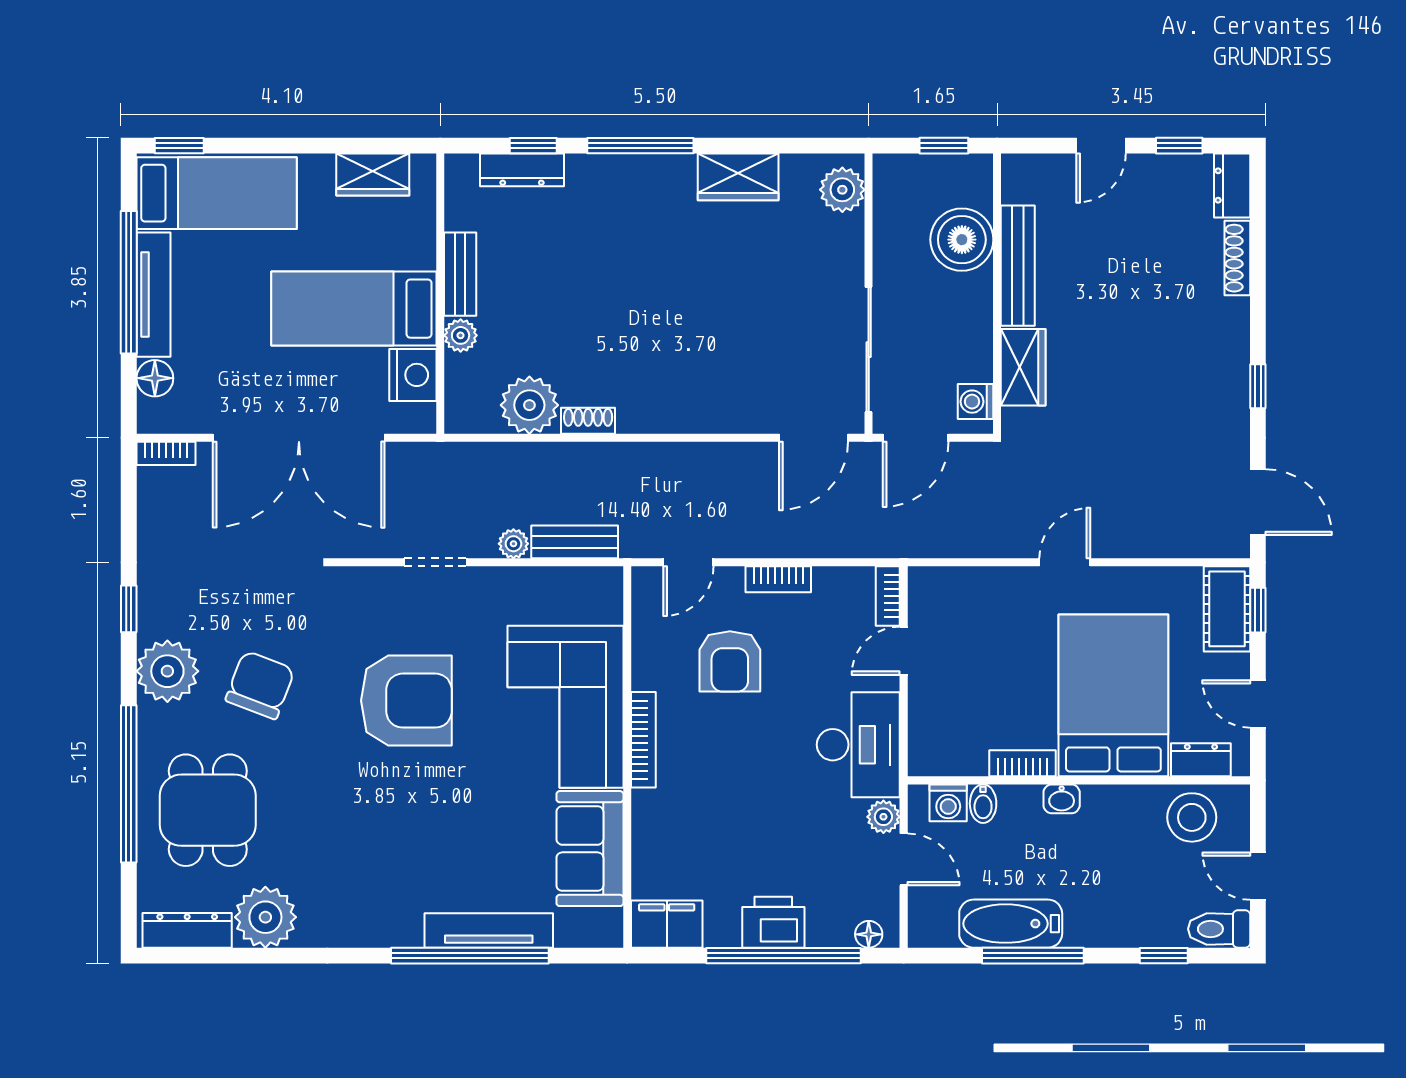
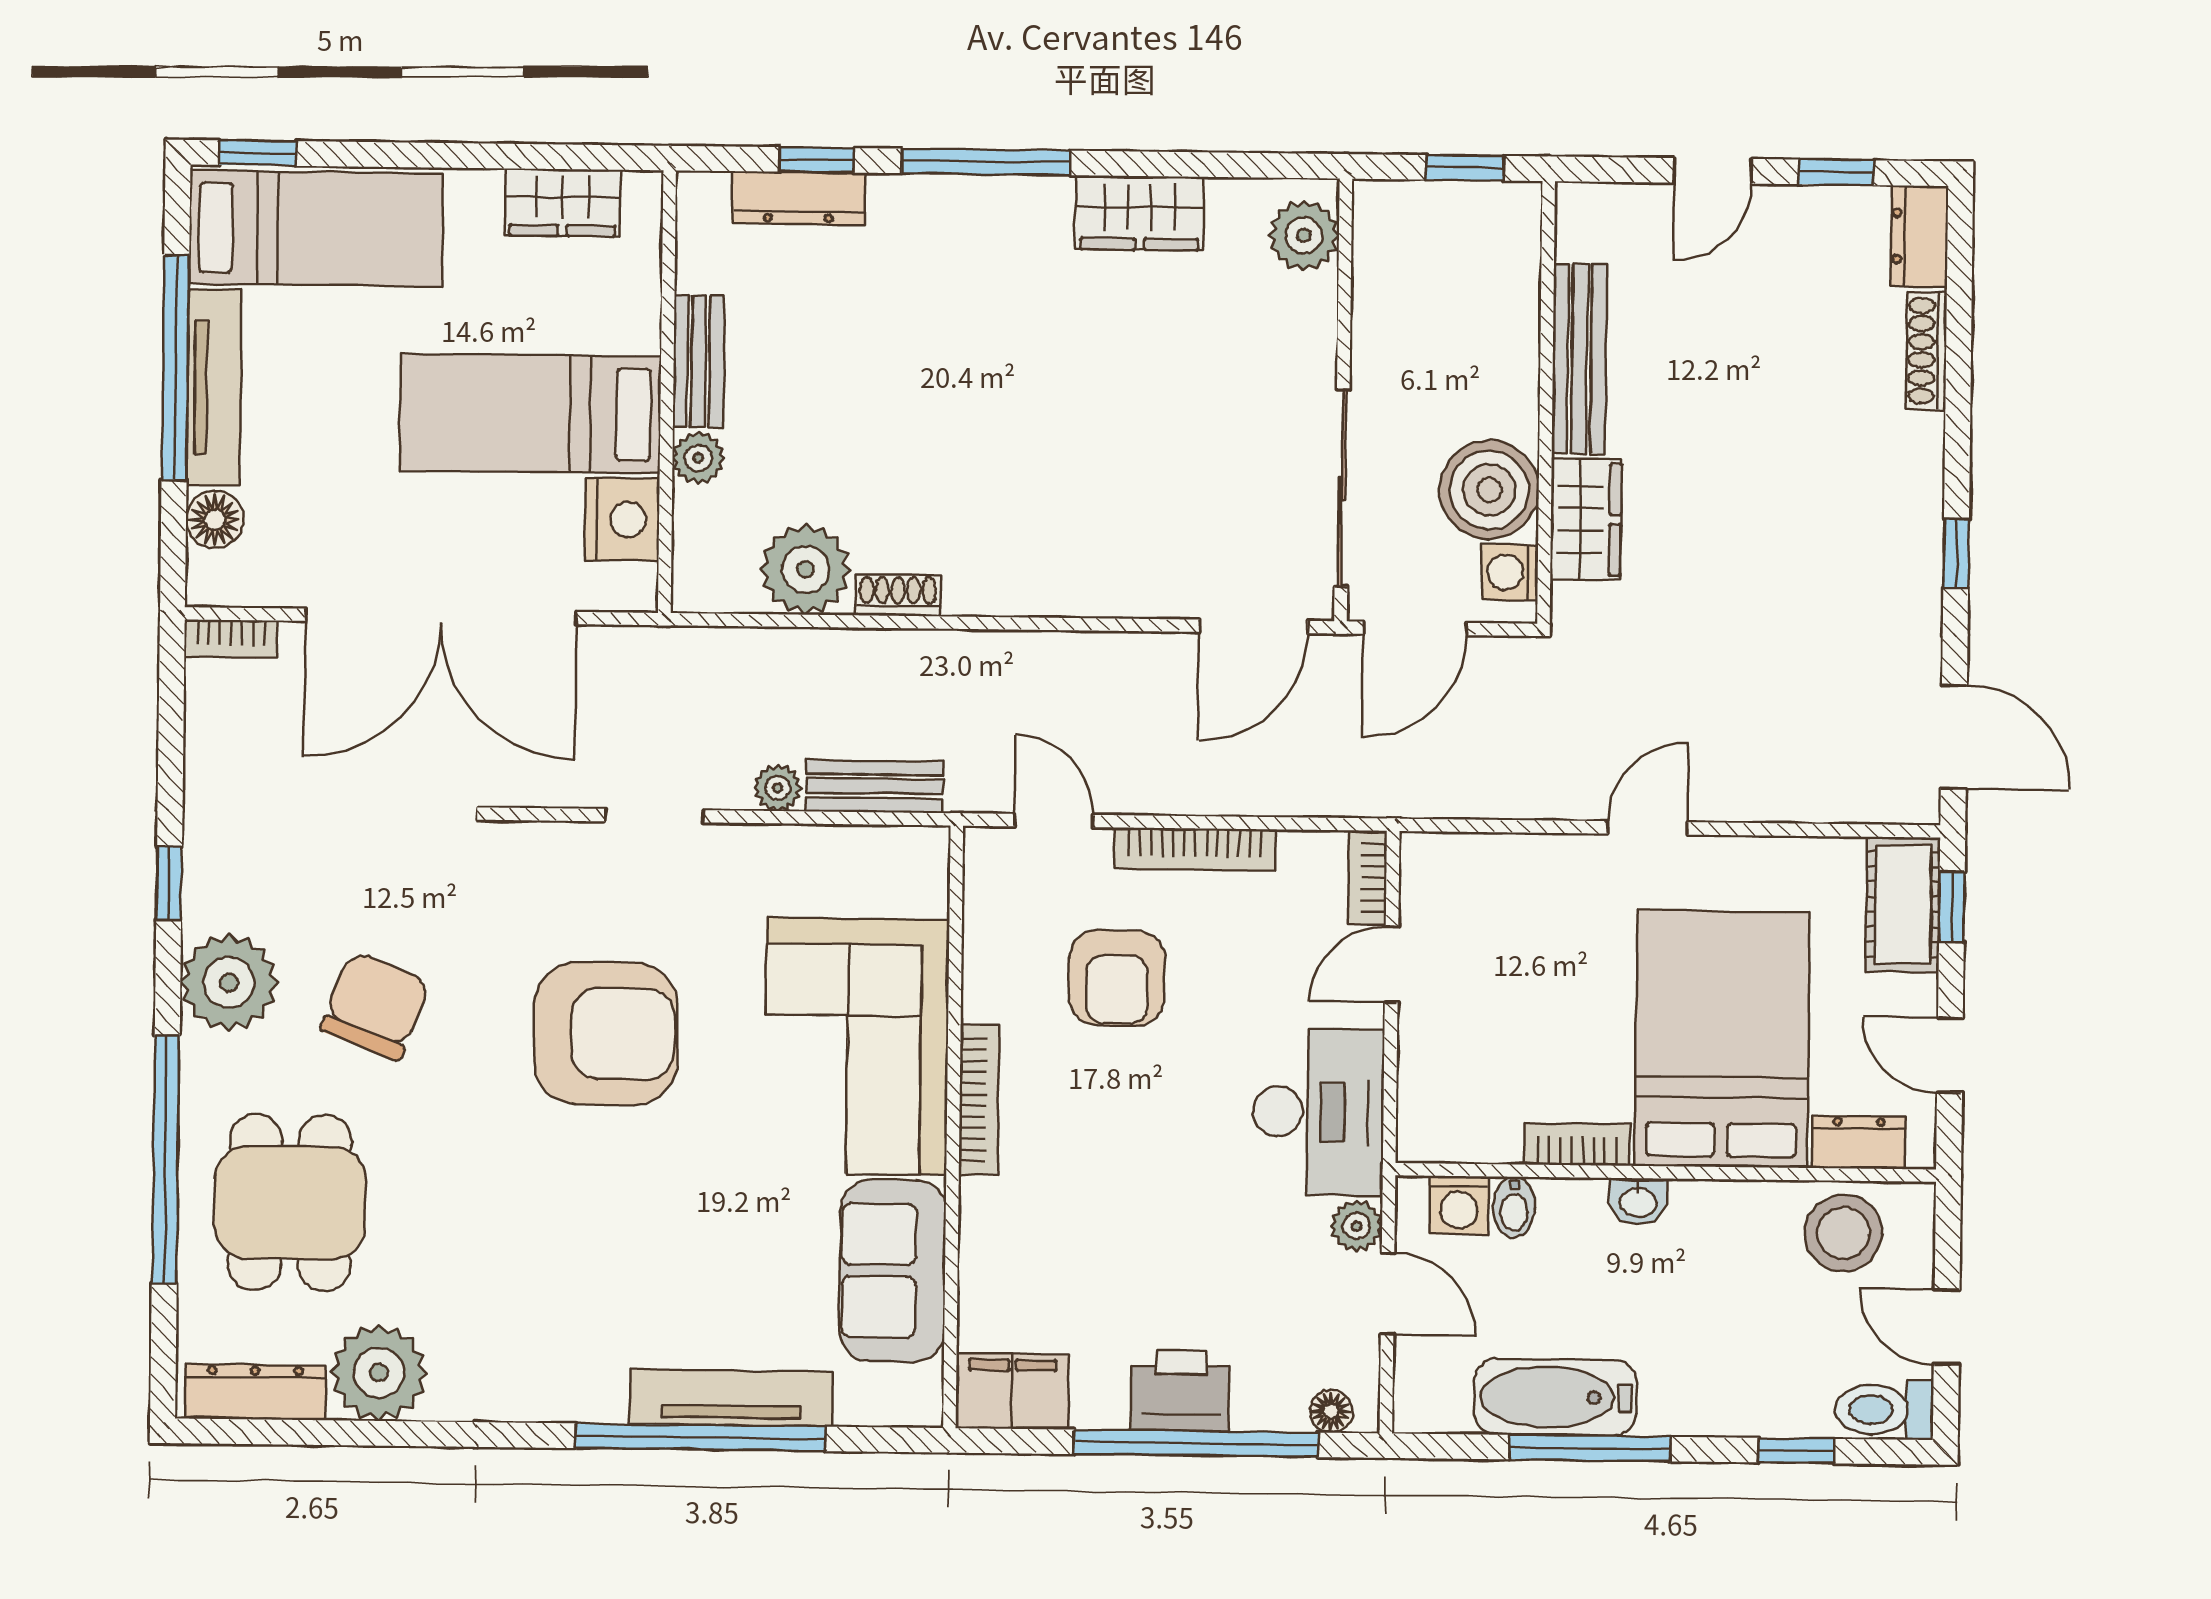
boiler: (962, 240) -> (1489, 490), moved
door: (688, 562) -> (1054, 821), swing flipped
bookcase: (778, 579) -> (1195, 849), width x1.56

